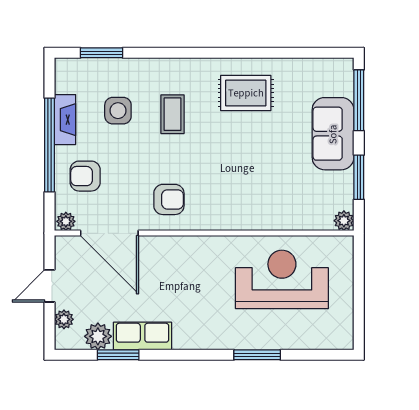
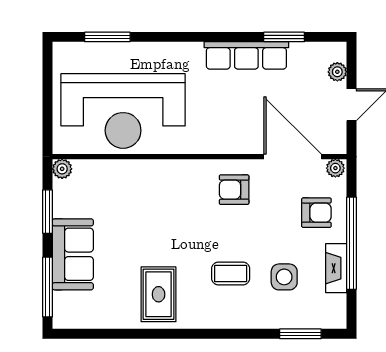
rug: (246, 93) -> (159, 294), turned 90
coffee table: (172, 114) -> (231, 273), turned 90
reception desk: (282, 279) -> (123, 111), width x1.36, depth x1.30
plant: (98, 336) -> (304, 55), removed
row of seats: (143, 336) -> (246, 55), width x1.48
window: (257, 355) -> (107, 37), moved

